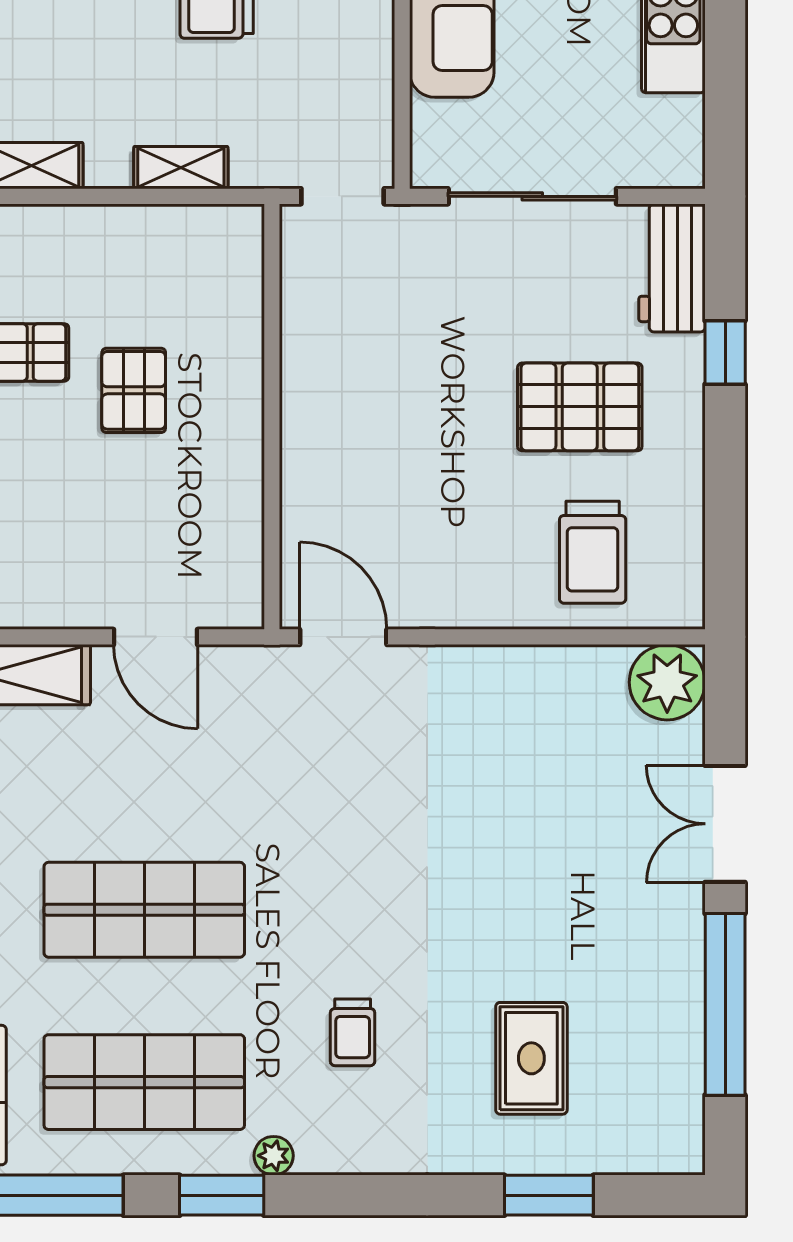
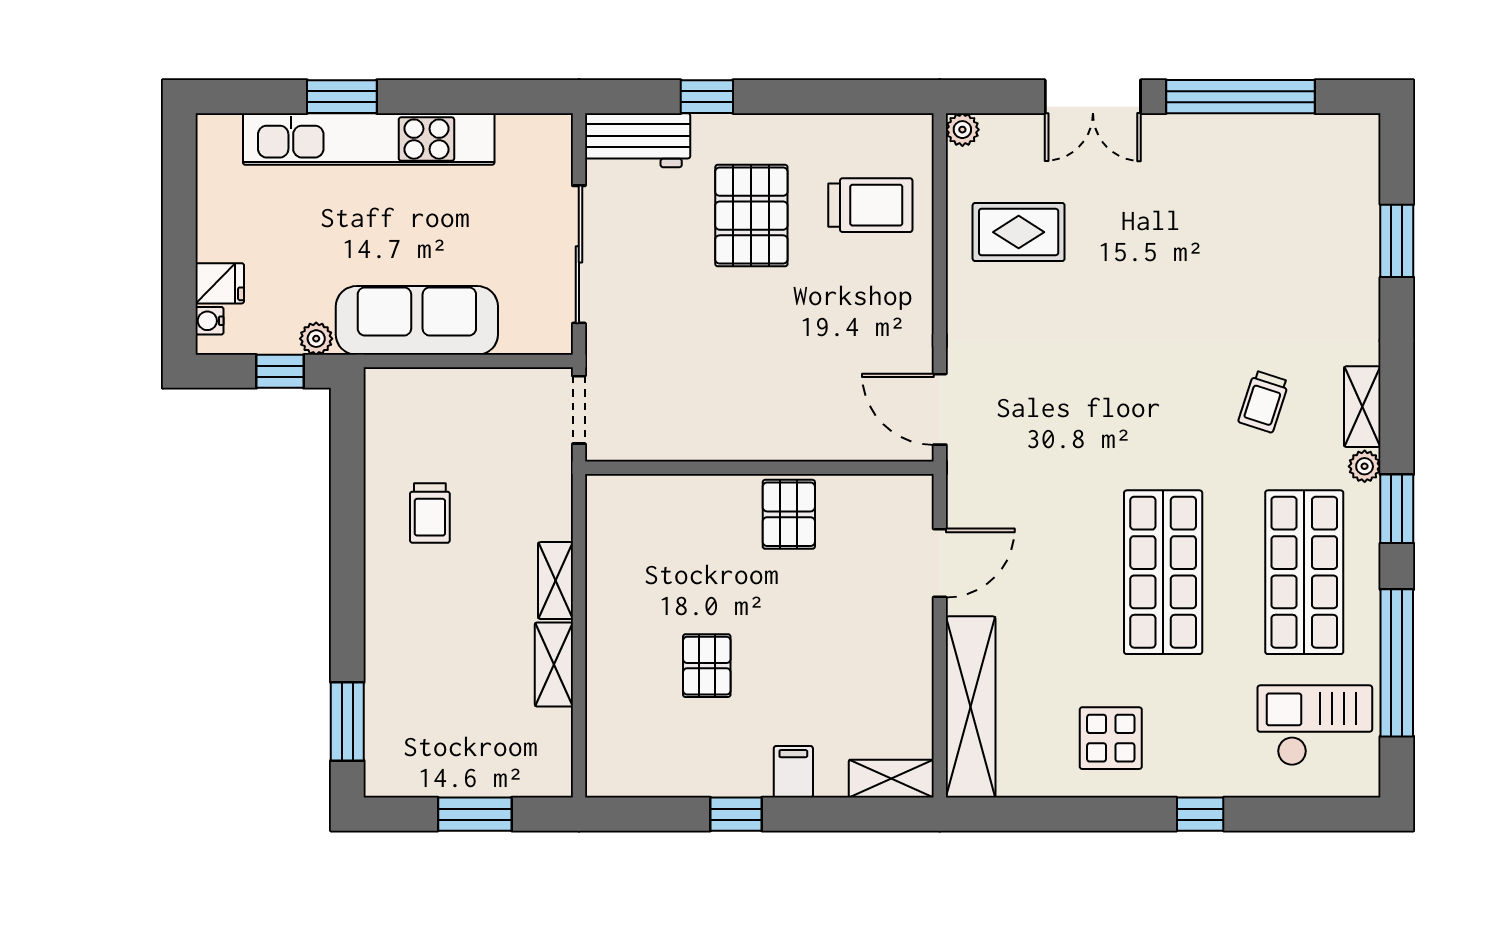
shelving: (181, 168) -> (555, 581), moved
pallet: (134, 390) -> (789, 514), moved, turned 90
door: (343, 637) -> (940, 409), hinge flipped
plant: (667, 682) -> (962, 130), width x0.53, depth x0.53
trolley: (353, 1032) -> (1264, 402), turned 108
rug: (531, 1058) -> (1019, 232), moved
shelving: (346, 1153) -> (1362, 407), added

